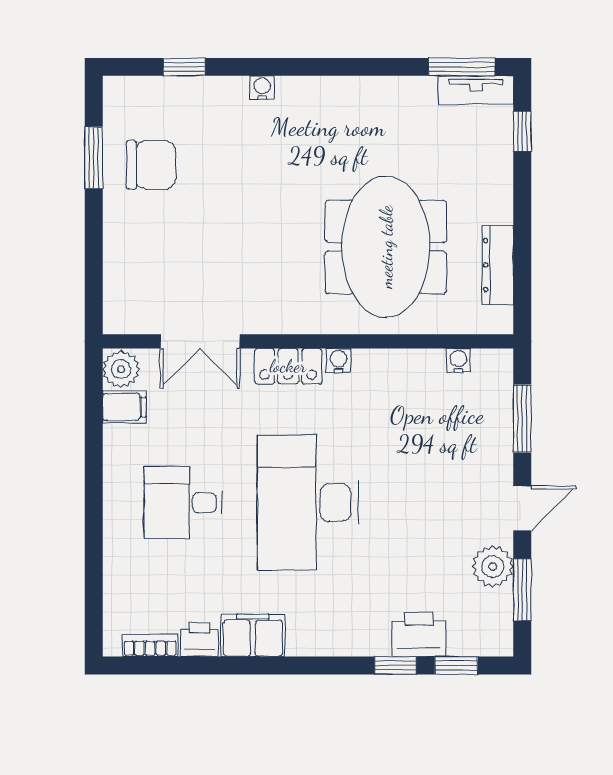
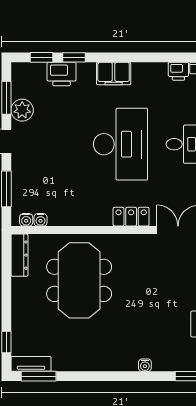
dresser: (498, 265) -> (19, 255), moved
water cooler: (338, 361) -> (26, 220), moved
filing cabinet: (253, 635) -> (114, 73), moved

